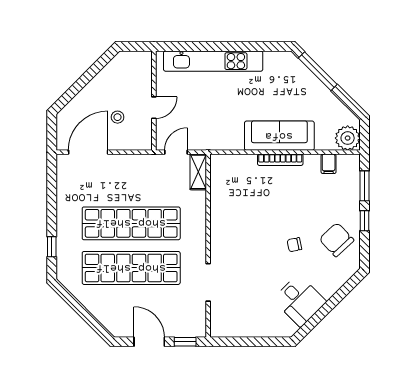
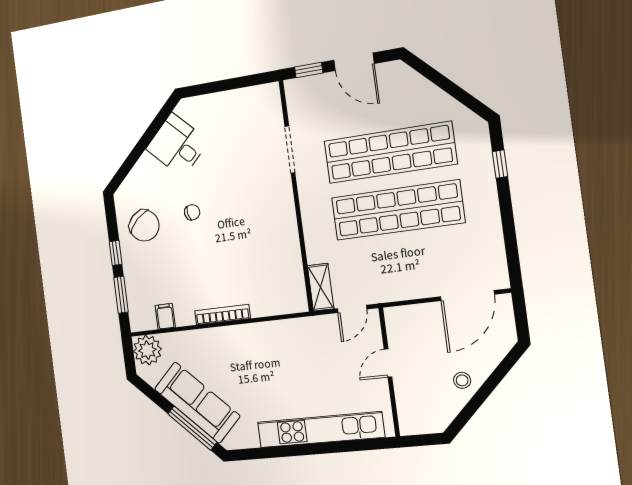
stool: (118, 117) -> (462, 380), moved
sofa: (279, 136) -> (197, 402), moved, turned -135

